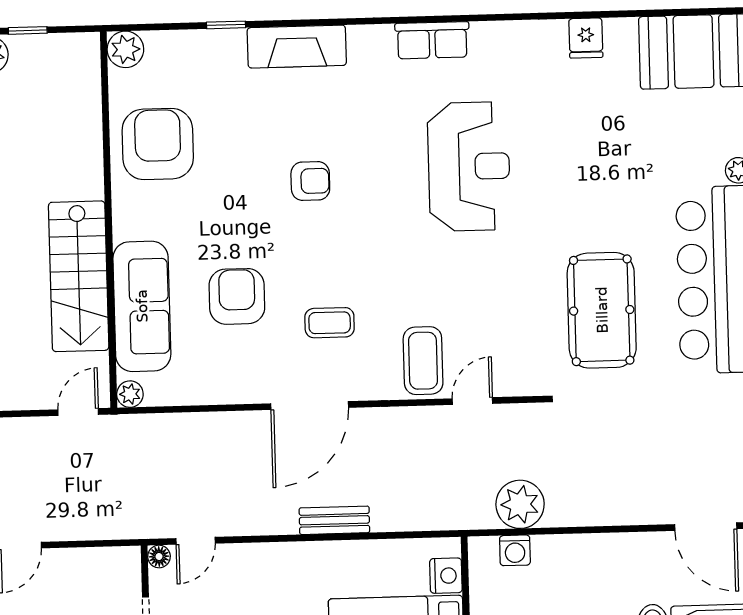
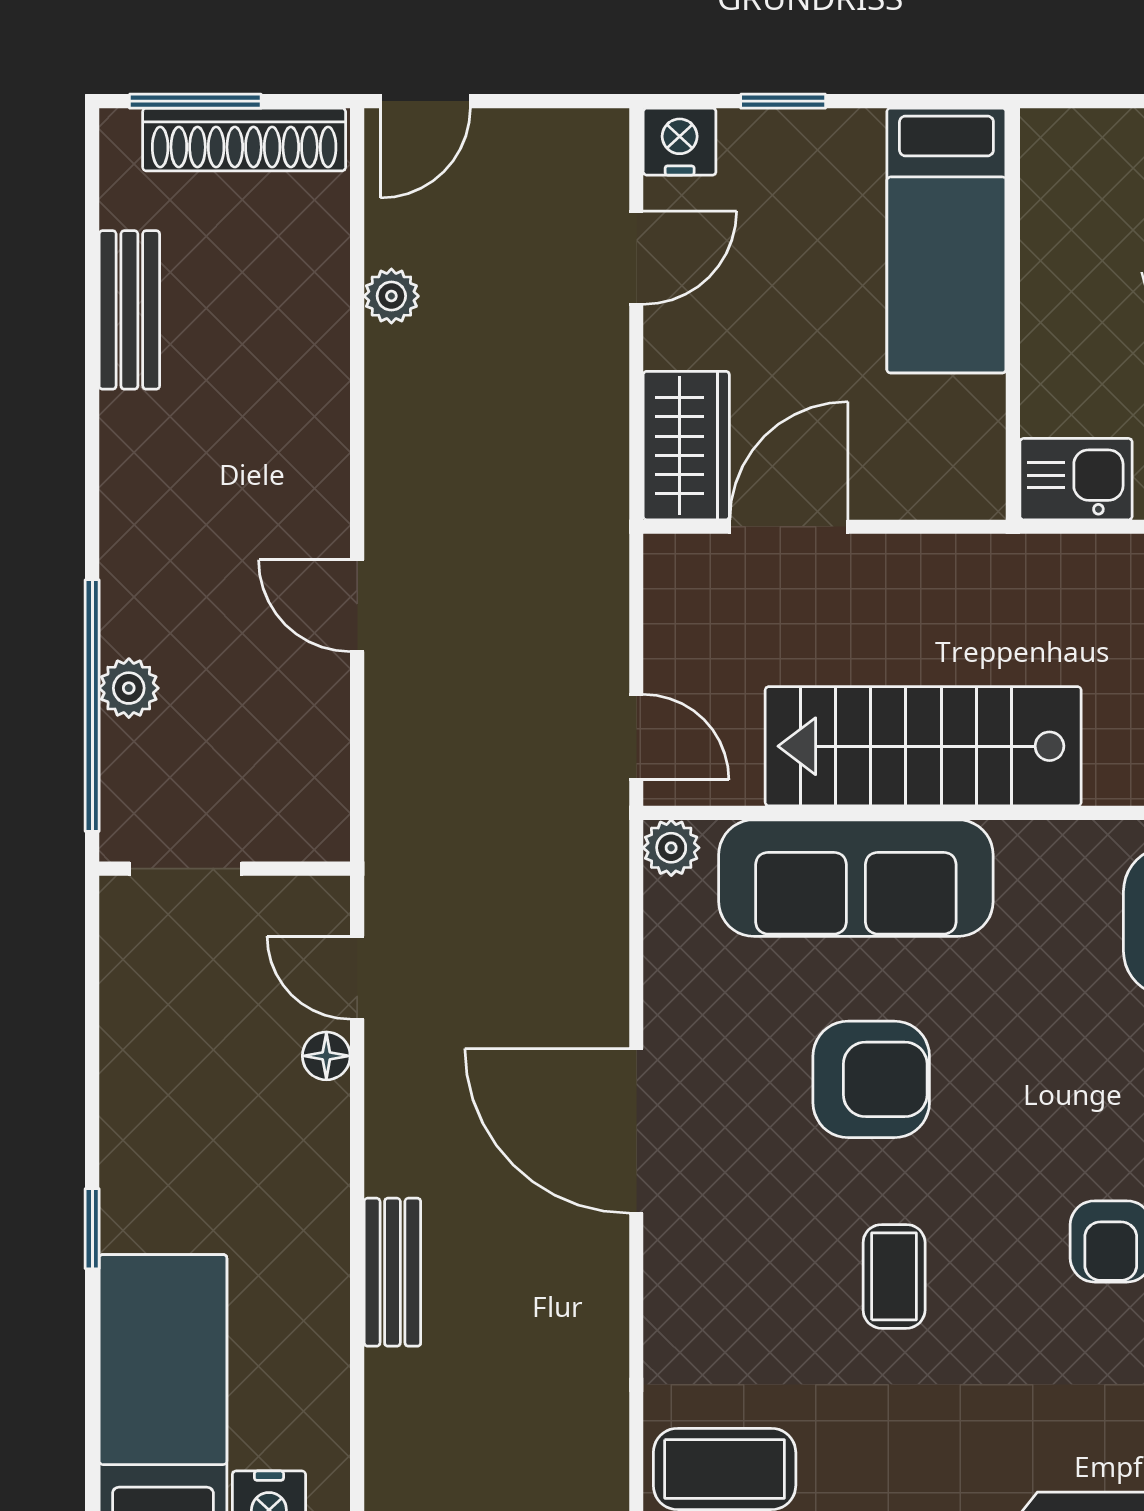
coffee table: (330, 323) -> (894, 1276), moved
door: (310, 406) -> (636, 1131), moved
floor lamp: (159, 556) -> (326, 1056), moved

